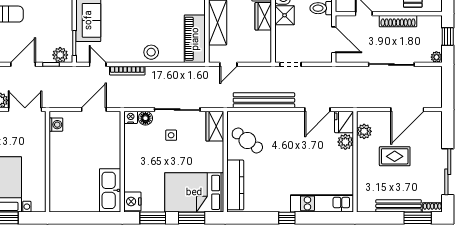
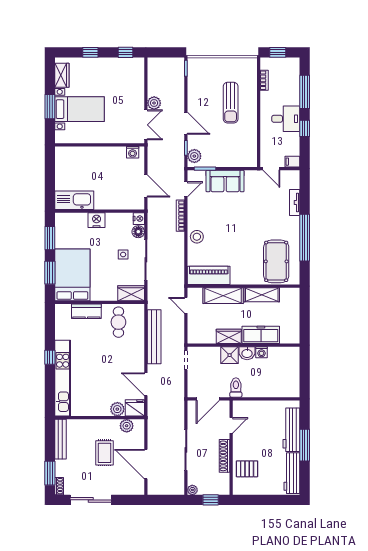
cafe table: (247, 140) -> (118, 322), turned -36
kitchen counter: (235, 185) -> (86, 311), width x0.67
nightstand: (132, 201) -> (97, 220), moved
kitchen unit: (322, 203) -> (63, 378), width x1.36
bench: (399, 206) -> (60, 439), moved

